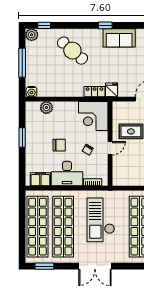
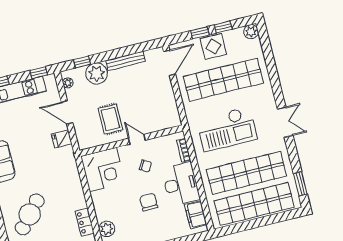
fridge: (112, 90) -> (62, 139), moved
locker: (94, 92) -> (85, 222), moved
double door: (95, 266) -> (285, 122), width x0.73

